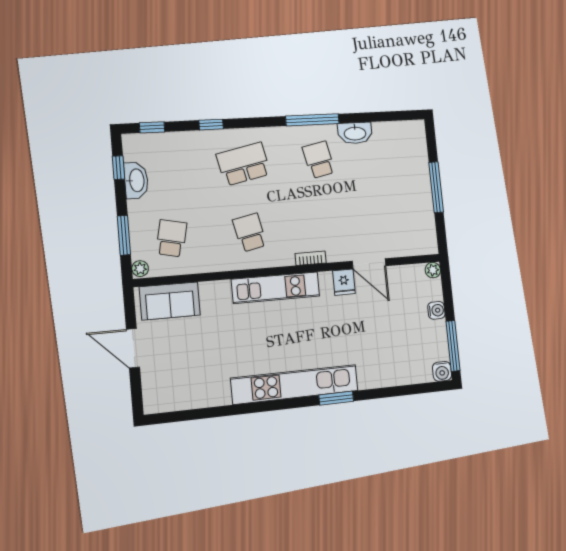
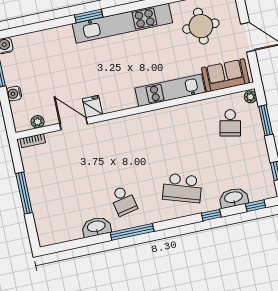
school desk: (244, 164) -> (182, 188), turned 30
washbasin: (136, 180) -> (234, 198), moved, turned 90
school desk: (250, 233) -> (171, 135), removed
bookcase: (311, 258) -> (33, 141), moved
plant: (433, 270) -> (38, 122), moved
kitchen unit: (276, 288) -> (170, 90), moved
round table: (194, 370) -> (201, 26), added

